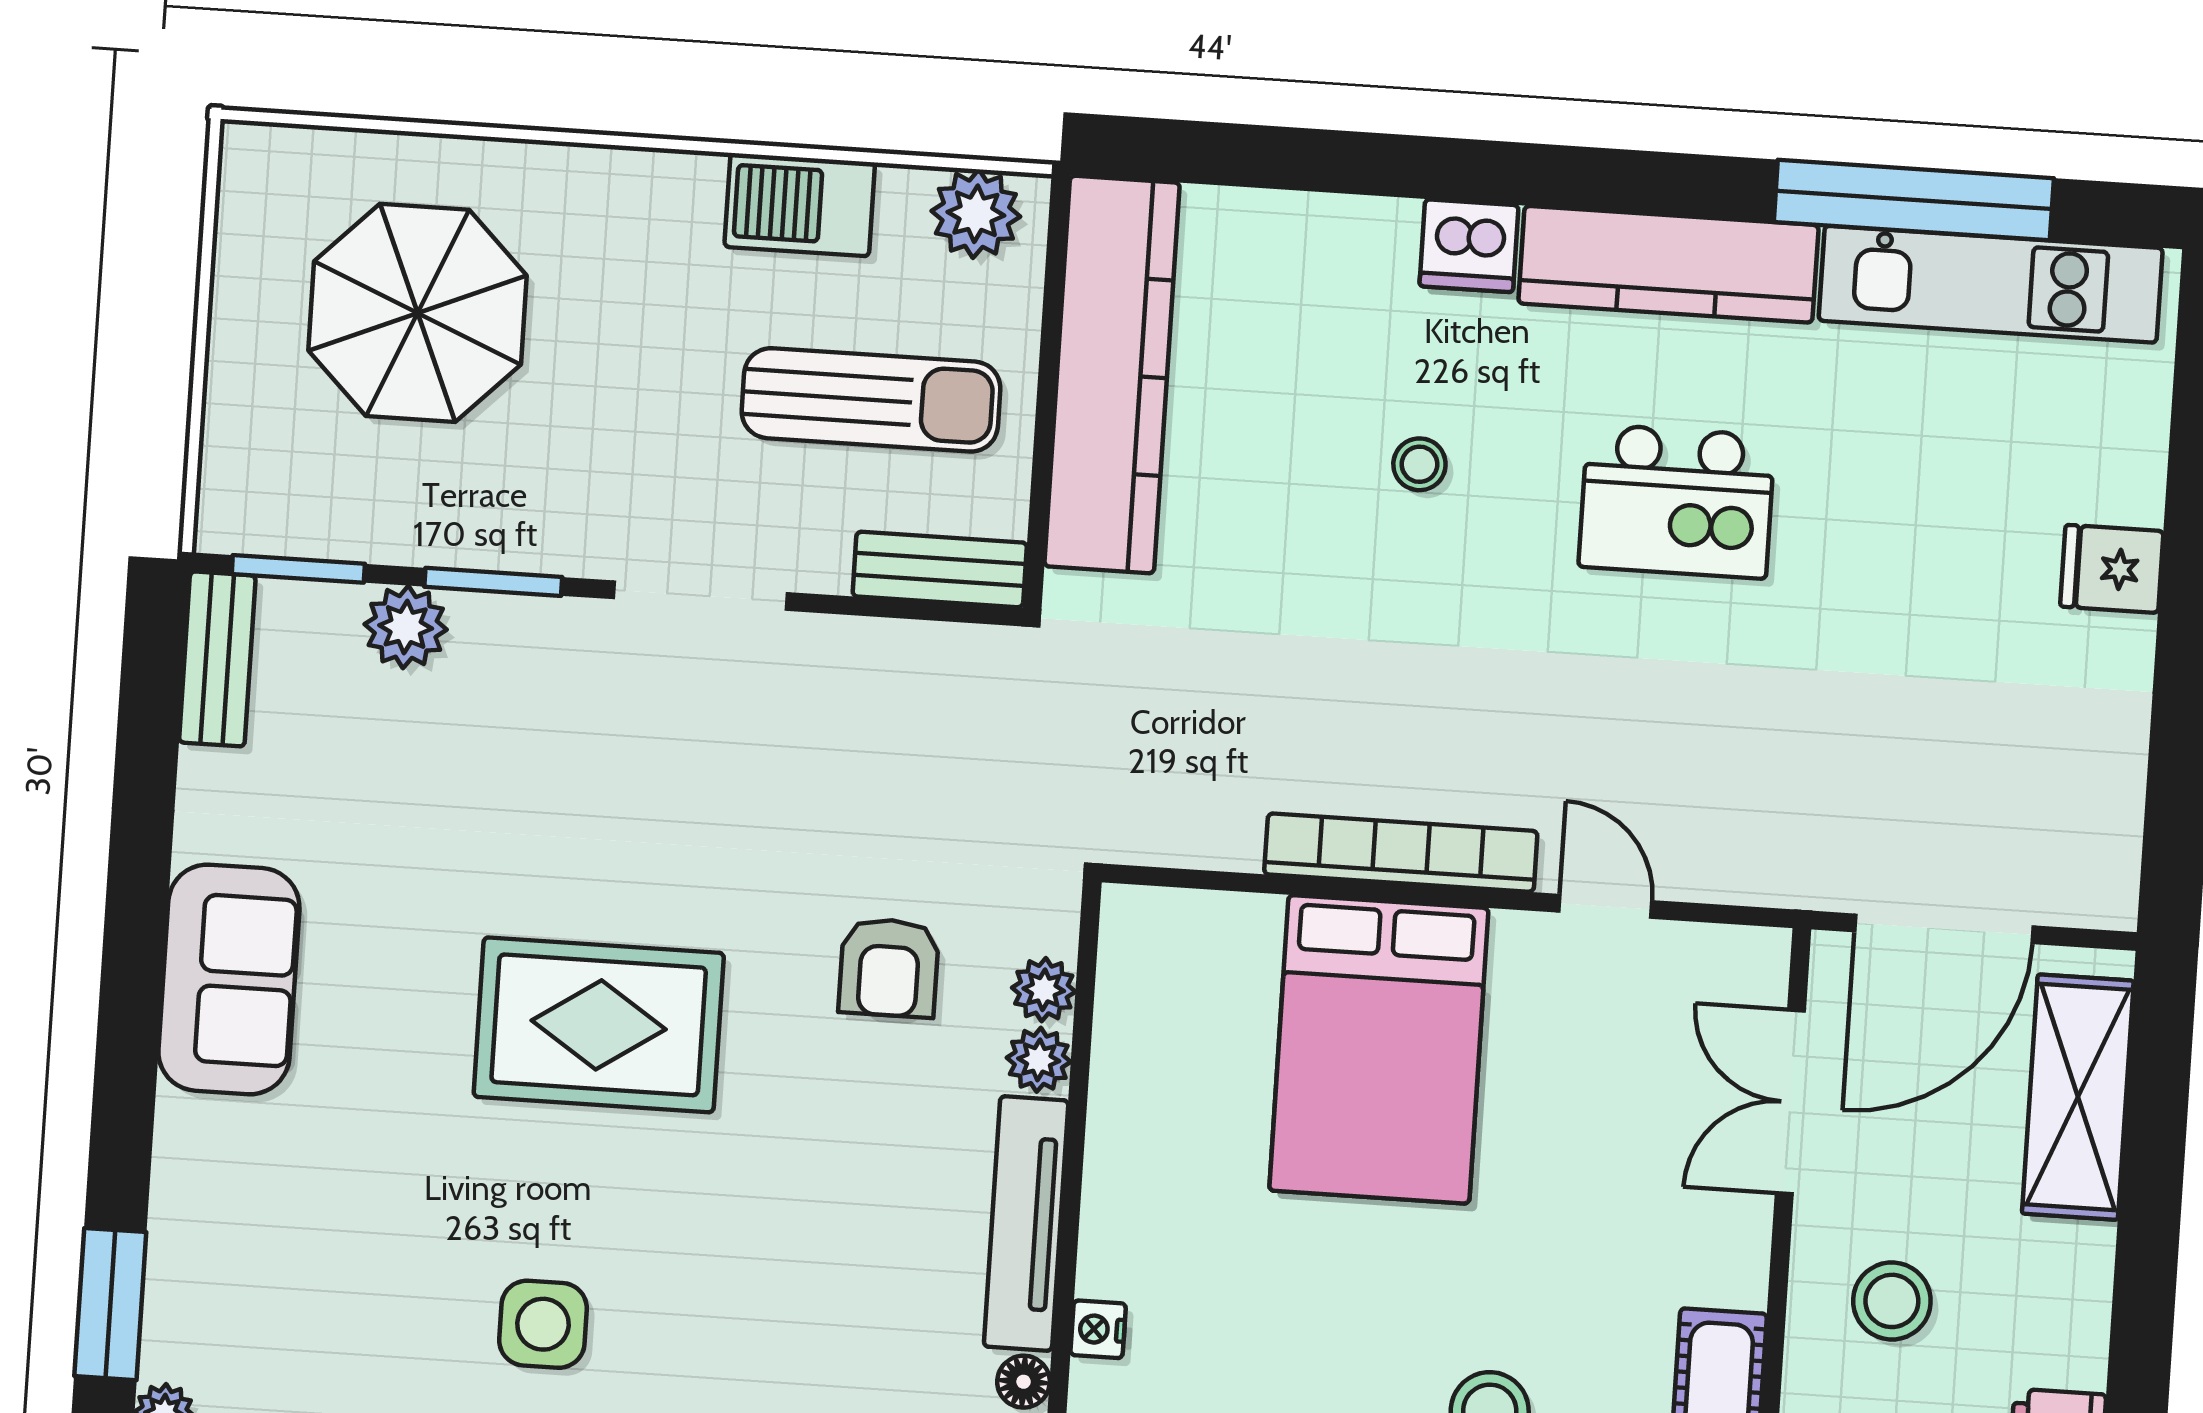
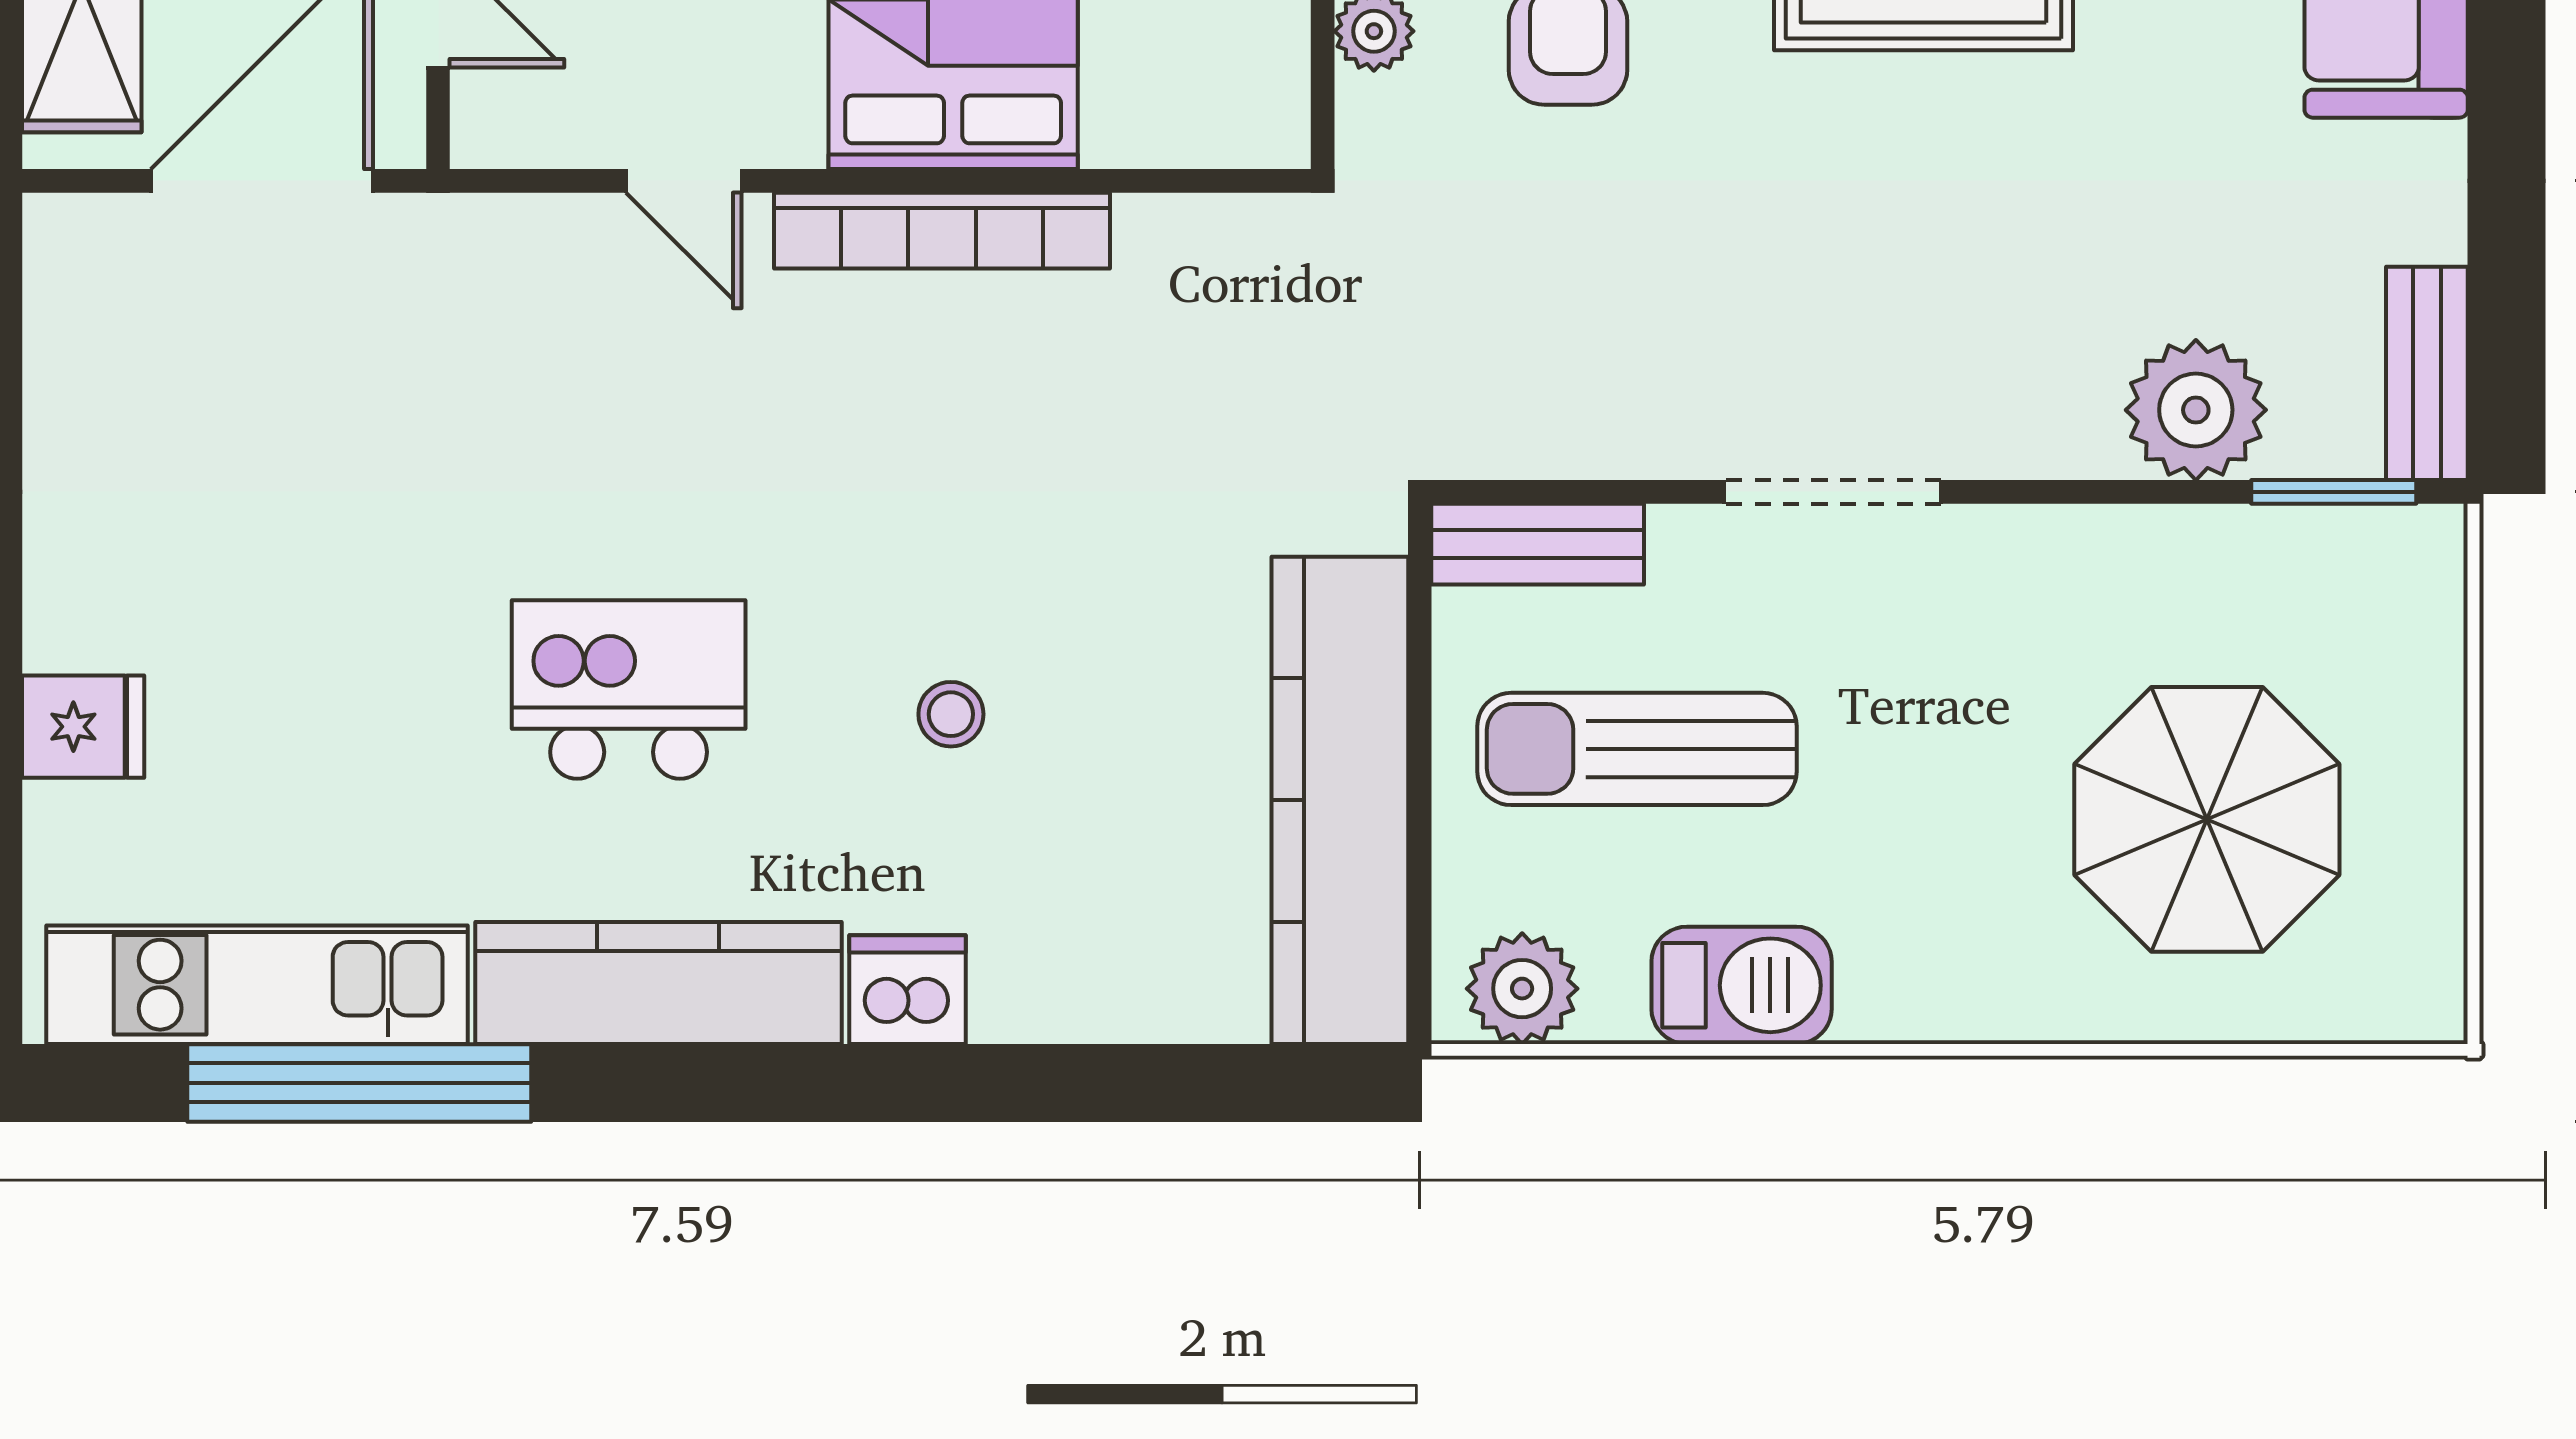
fridge: (2112, 569) -> (83, 727), moved
window: (493, 582) -> (2091, 492), removed
plant: (406, 627) -> (2196, 410), width x1.36, depth x1.36

